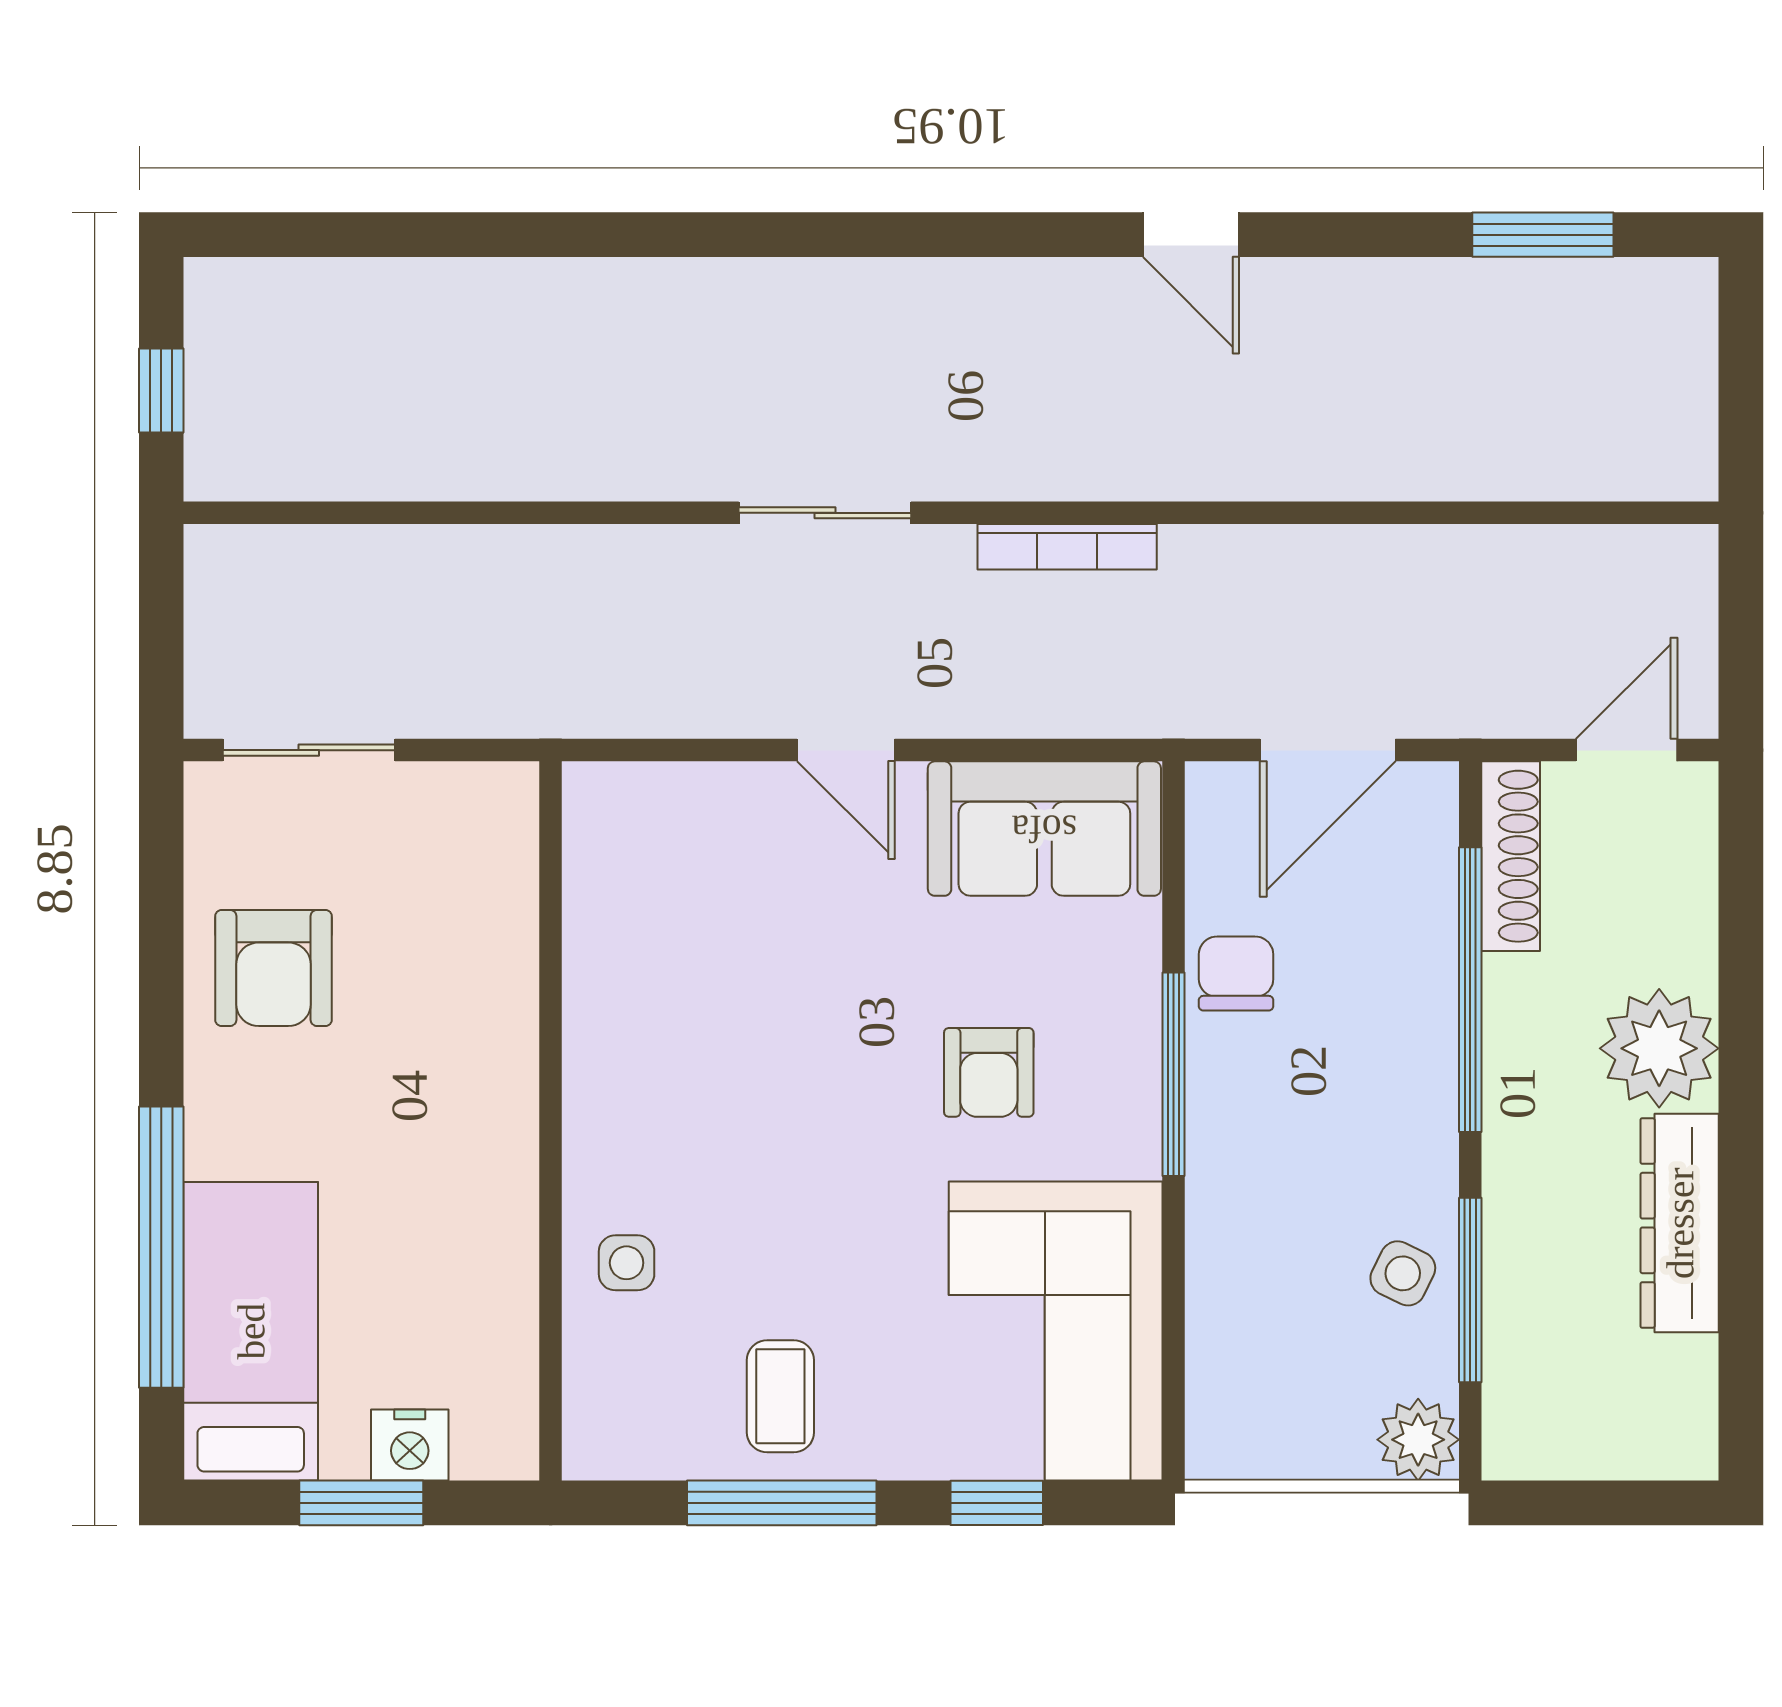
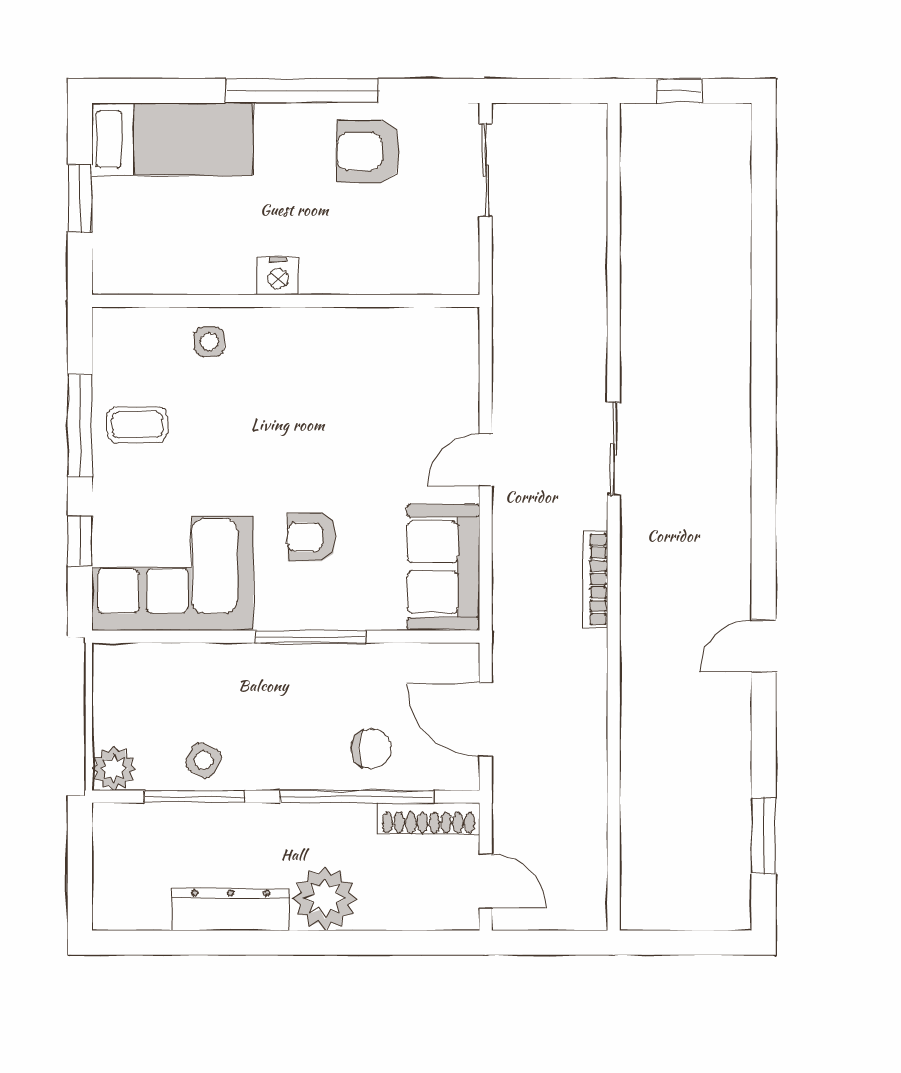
chair: (1236, 973) -> (371, 749), moved
window: (161, 1247) -> (302, 91), moved
nightstand: (410, 1445) -> (278, 276), moved, turned -90

